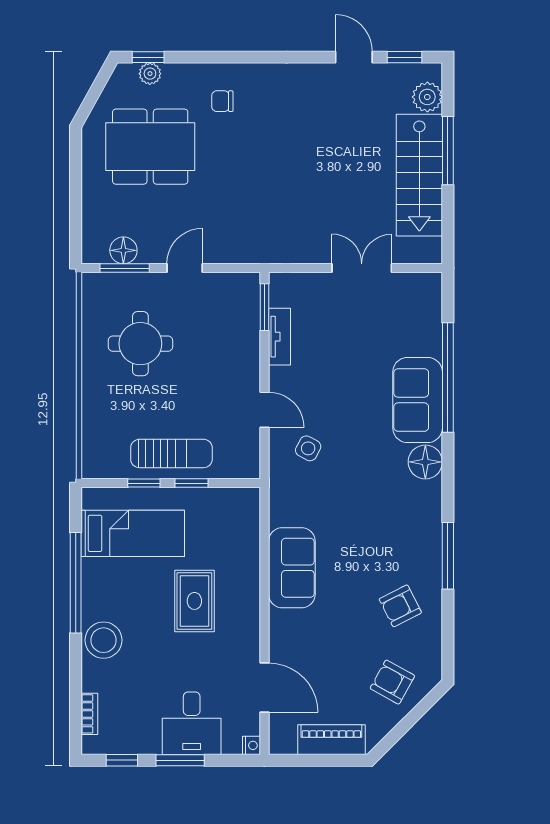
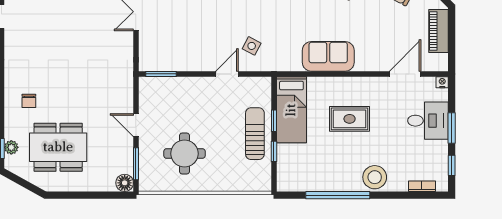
dining table: (150, 147) -> (58, 147), turned 90
floor lamp: (123, 250) -> (125, 183), moved
tv unit: (280, 337) -> (180, 64), removed
bed: (133, 533) -> (291, 110), moved, turned 180

